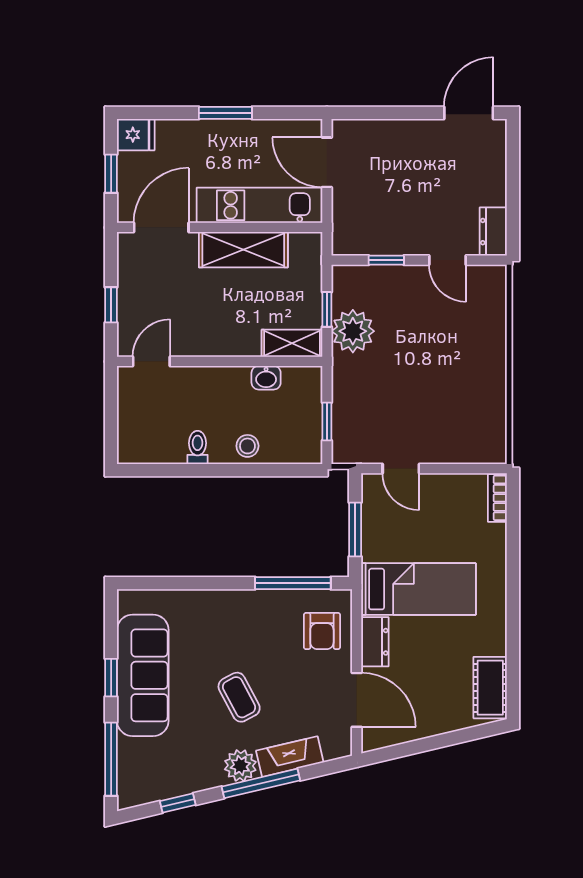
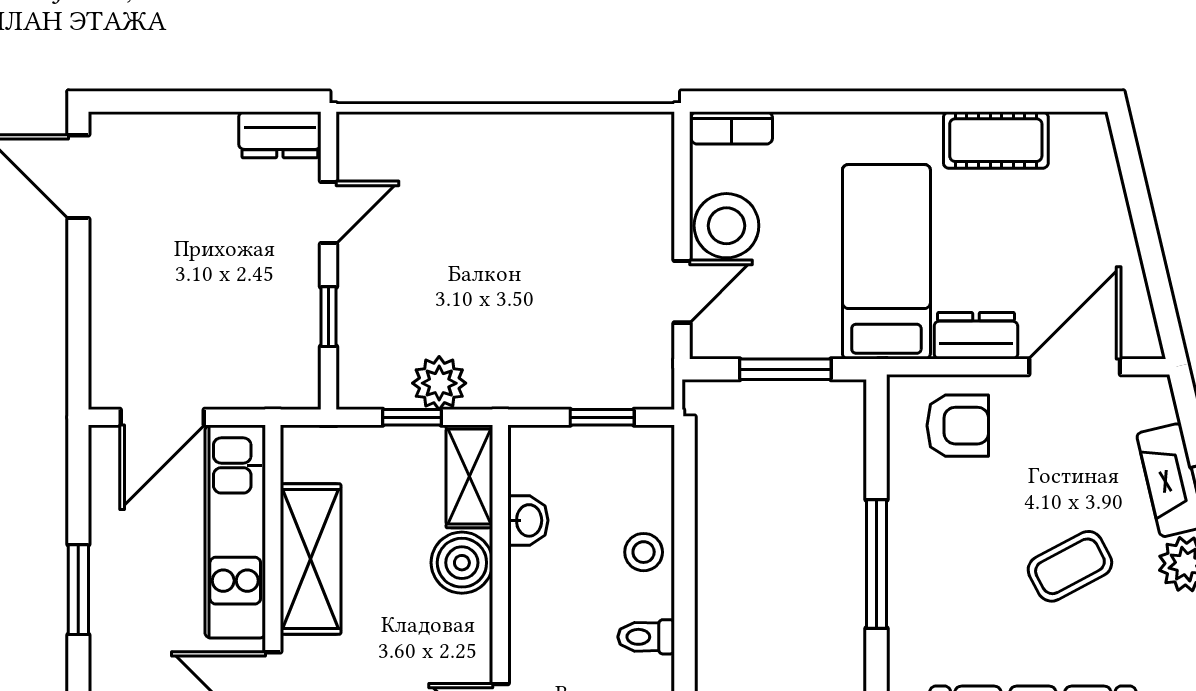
plant: (353, 331) -> (439, 383), width x0.73, depth x0.73
boiler: (241, 339) -> (462, 563), added
stool: (440, 495) -> (726, 226), added
window: (293, 583) -> (877, 564), moved
cot: (490, 688) -> (996, 140), moved

